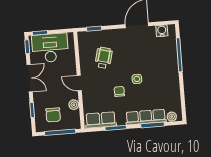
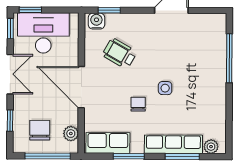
water cooler: (162, 31) -> (96, 21), moved
wheelchair: (104, 58) -> (119, 53), turned -75
door: (79, 83) -> (81, 87), width x1.87
plant: (74, 105) -> (71, 134), moved
chair: (53, 115) -> (40, 130), turned 180

